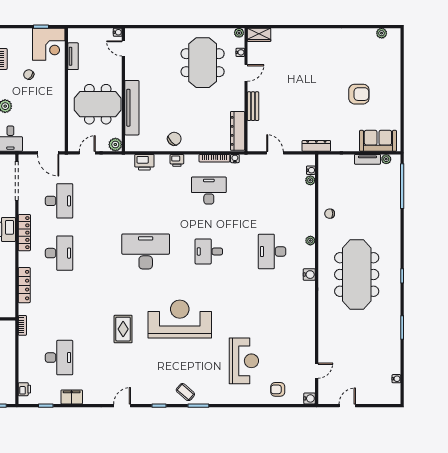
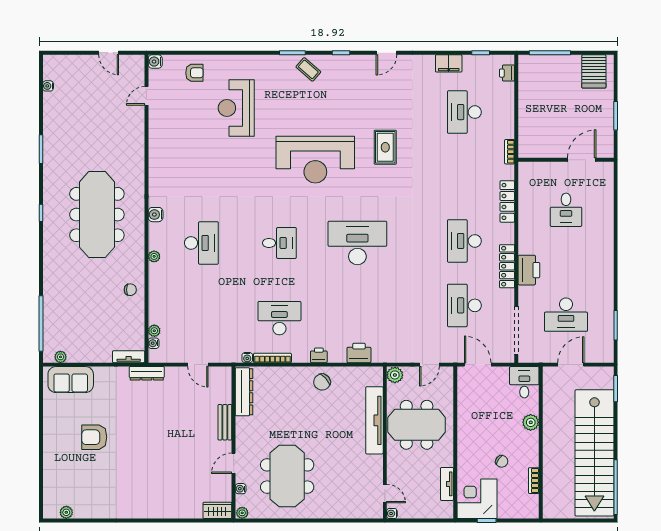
tv unit: (367, 159) -> (129, 357), moved
desk: (209, 191) -> (279, 318), turned 180
desk: (146, 251) -> (357, 243), turned 180
door: (347, 406) -> (109, 53), hinge flipped

